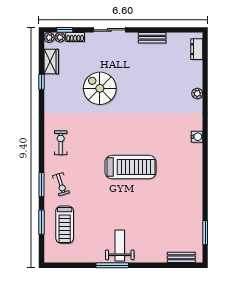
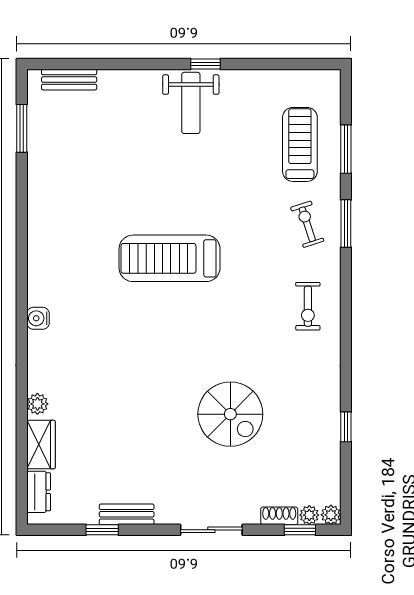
window: (165, 30) -> (102, 530), added
wardrobe: (51, 62) -> (41, 445), moved, turned 180
window: (112, 265) -> (206, 64), width x0.46

